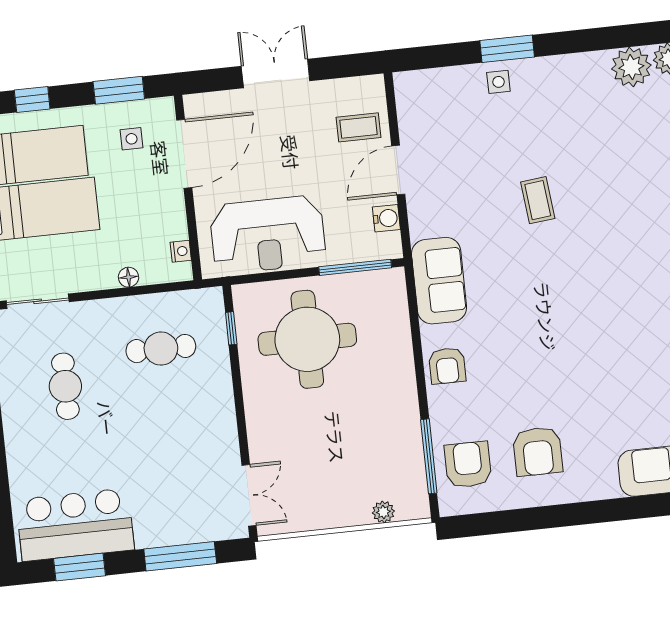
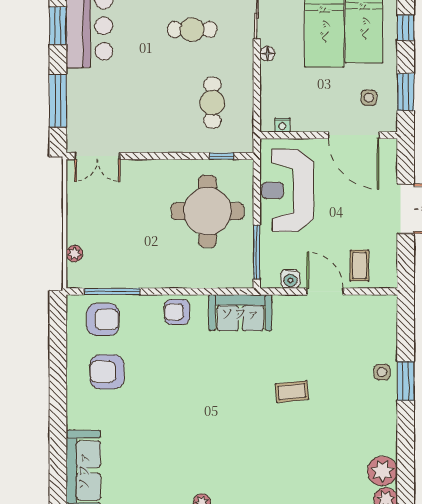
floor lamp: (128, 277) -> (267, 54), moved

